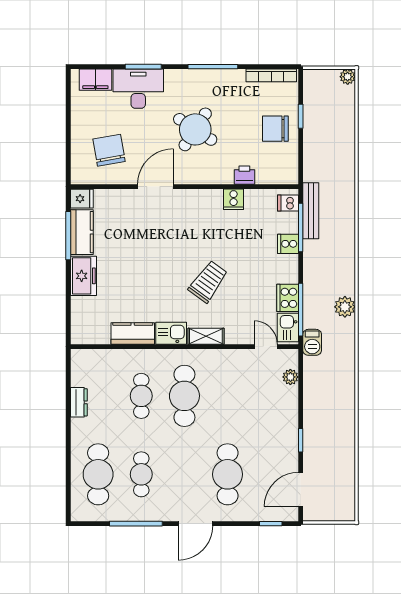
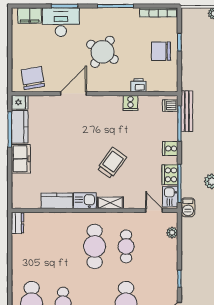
chair: (109, 150) -> (33, 78), moved
cooker: (288, 244) -> (170, 149), moved
cafe table: (141, 396) -> (126, 246), moved
dresser: (79, 402) -> (18, 223), moved

